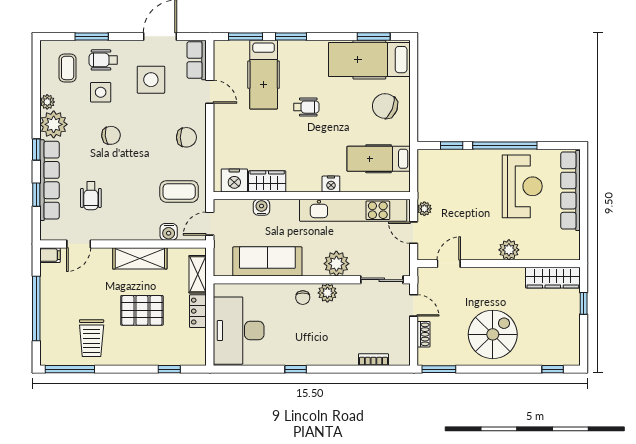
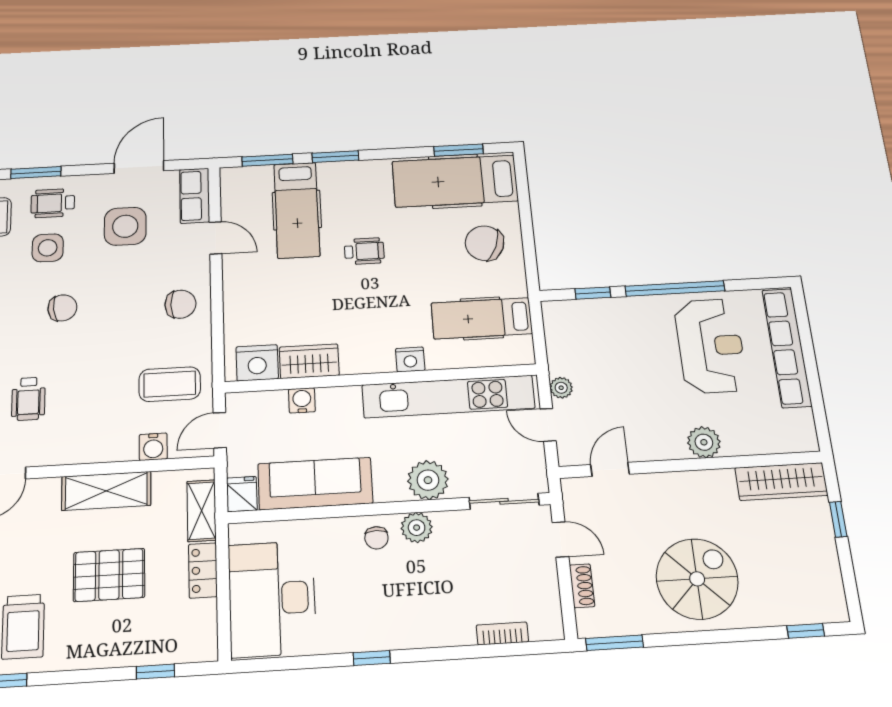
fridge: (222, 265) -> (242, 494), added

